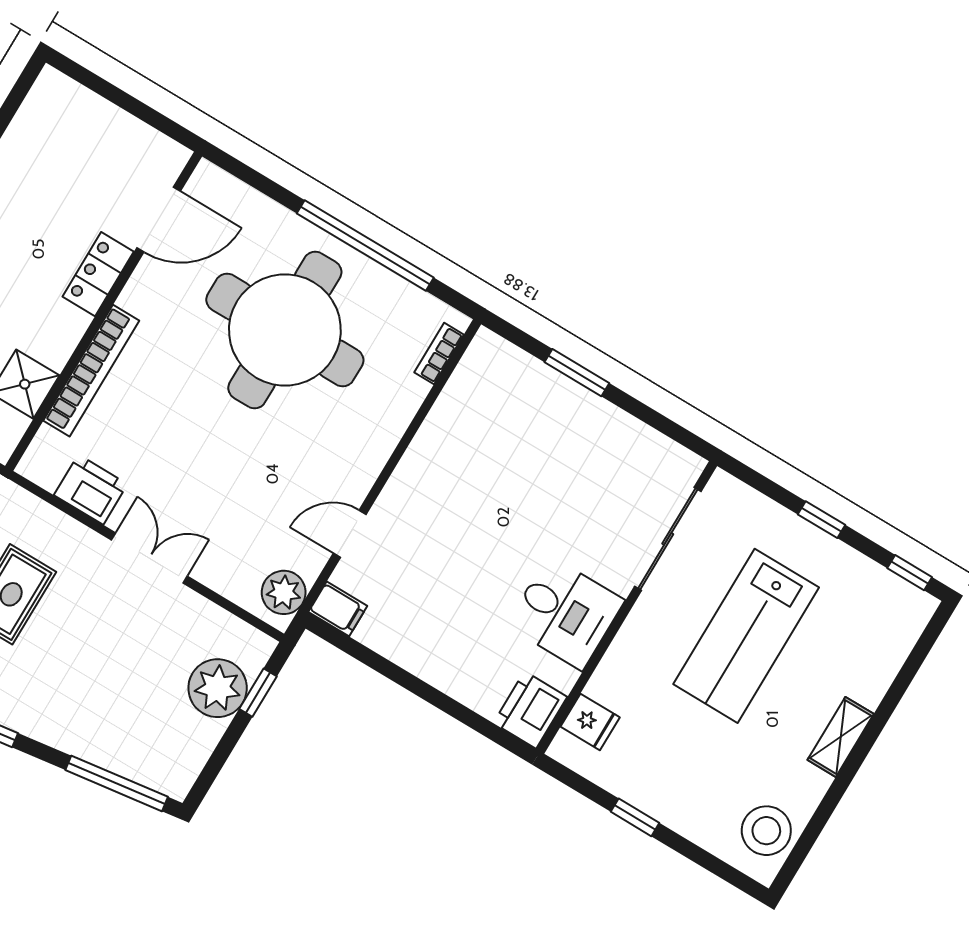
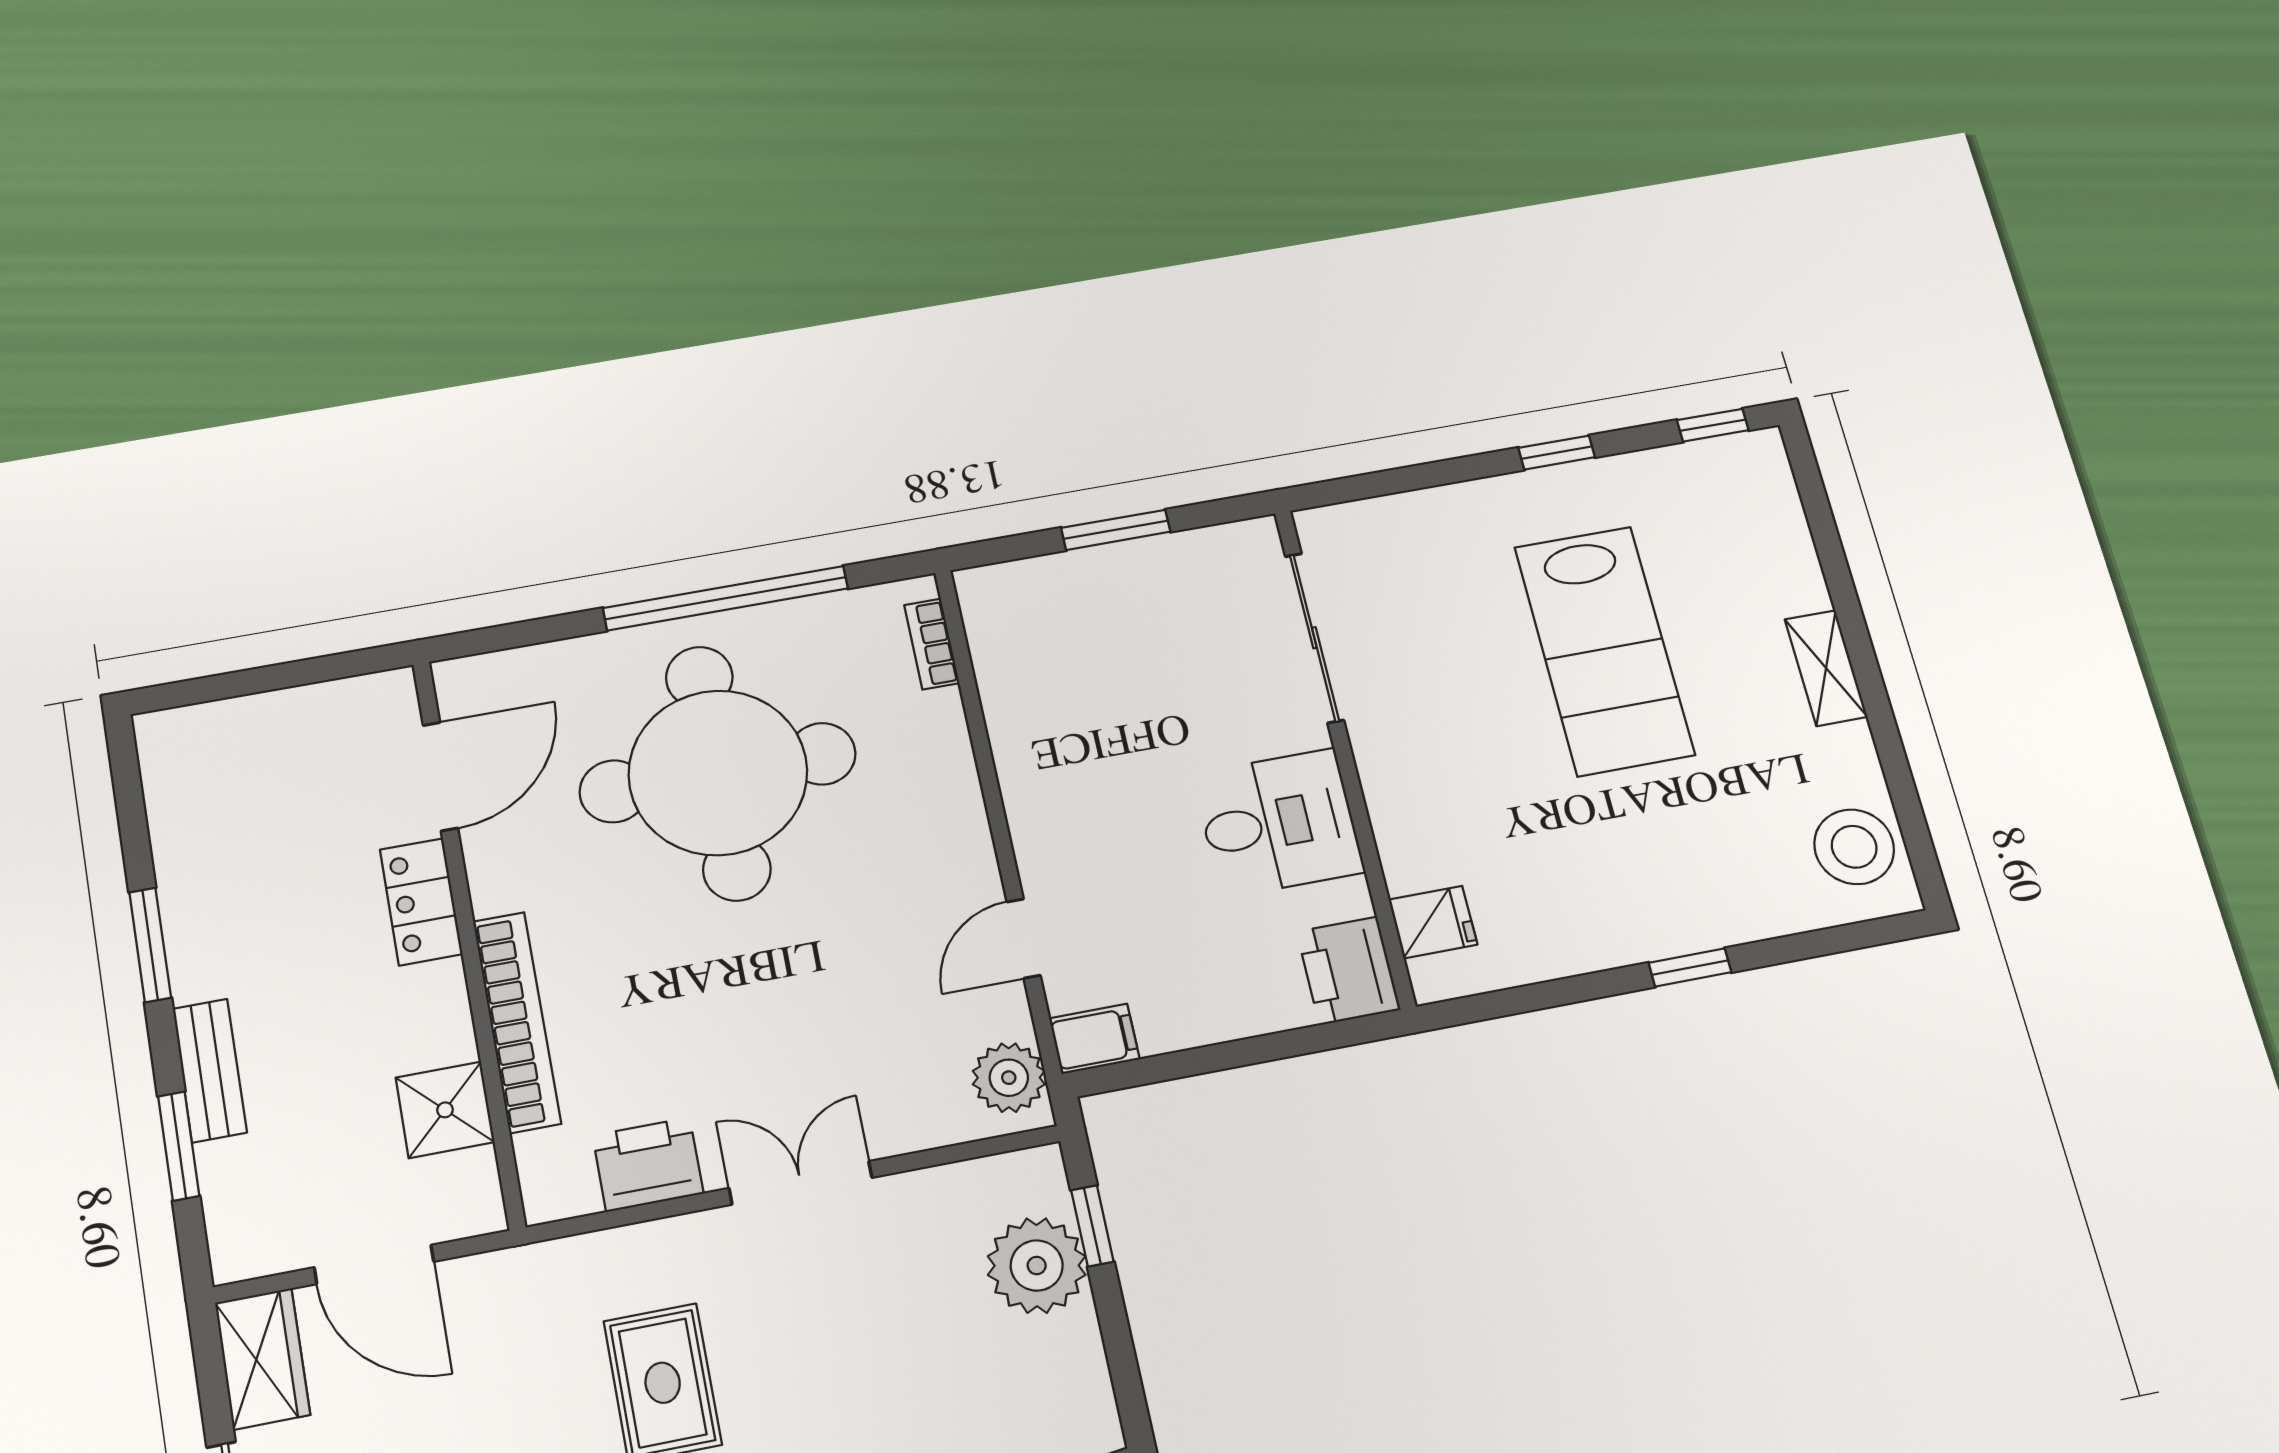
sliding door: (668, 539) -> (1314, 638), moved
wall: (627, 607) -> (1344, 755), moved
desk: (565, 613) -> (1278, 823), moved
printer: (530, 710) -> (1348, 971), moved
fridge: (590, 722) -> (1433, 922), moved

